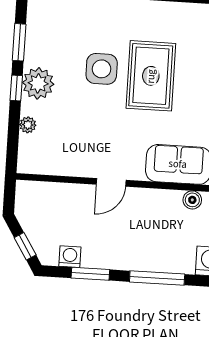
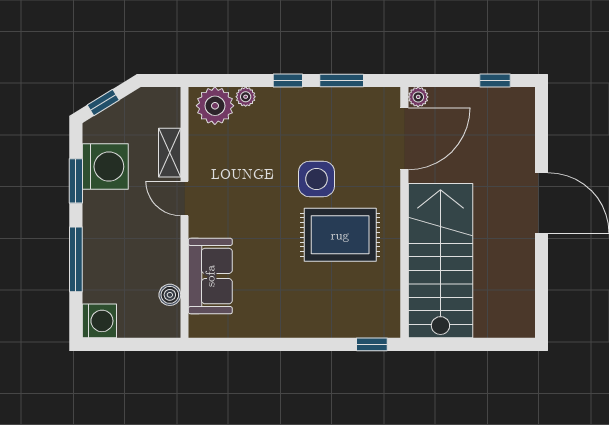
rug: (151, 76) -> (340, 235), moved
plant: (38, 83) -> (215, 106), moved
shelving: (71, 193) -> (170, 153), added
washing machine: (70, 257) -> (105, 167), width x1.89, depth x1.89

